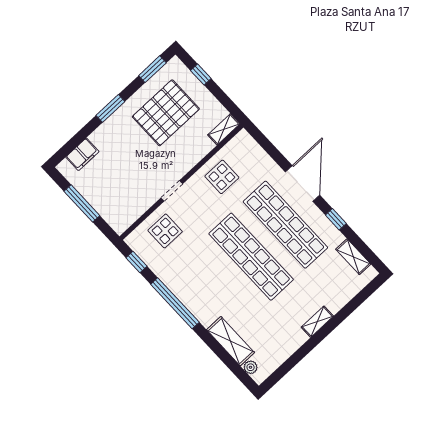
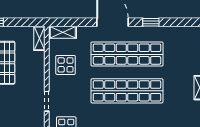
shelving: (353, 257) -> (63, 32), moved

